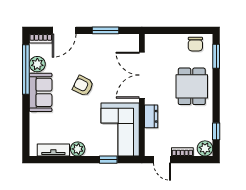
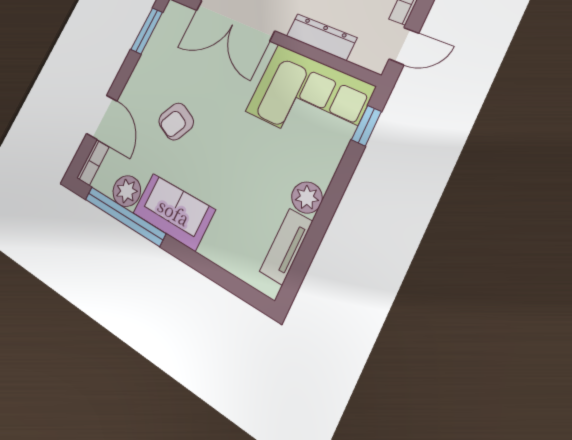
window: (106, 30) -> (147, 31), moved
armchair: (83, 86) -> (176, 122), moved
dresser: (151, 116) -> (321, 37), width x1.44
window: (108, 160) -> (366, 126), moved

